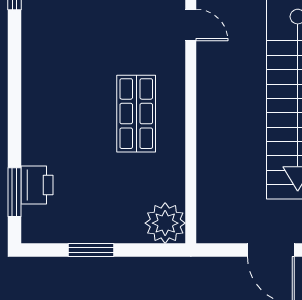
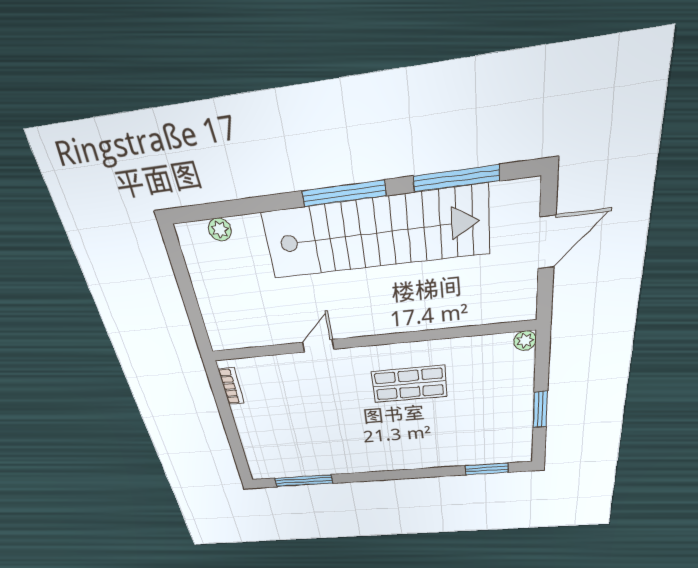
printer: (37, 185) -> (480, 454), removed
plant: (165, 223) -> (525, 341), width x0.53, depth x0.53

